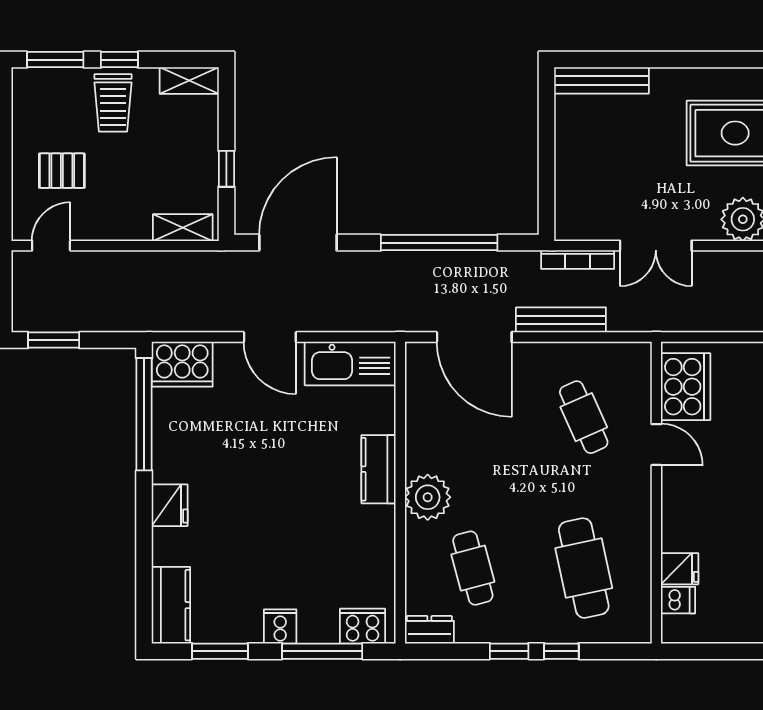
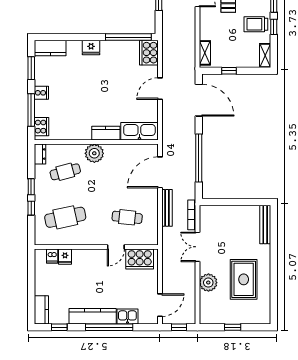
kitchen sink: (350, 363) -> (139, 131), moved, turned 90
cafe table: (584, 417) -> (127, 217), turned 30

